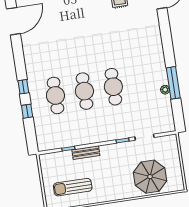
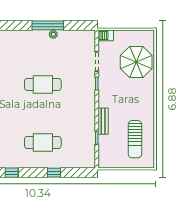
window: (23, 87) -> (12, 173), moved
cafe table: (84, 91) -> (43, 113), removed
barbecue: (172, 142) -> (106, 35), added

